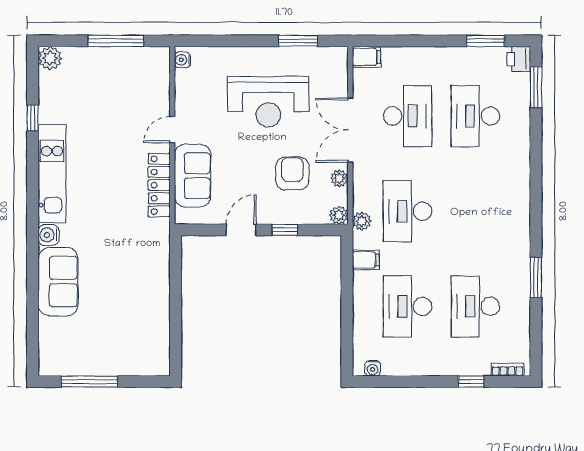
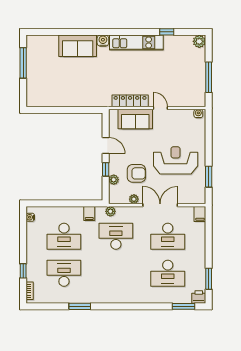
reception desk: (268, 102) -> (176, 160), turned 90
desk: (475, 116) -> (168, 273), turned 180
plant: (339, 215) -> (114, 180), moved
desk: (408, 306) -> (64, 236), turned 180

